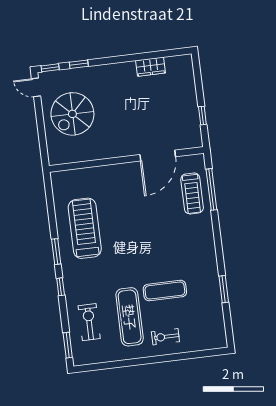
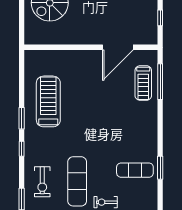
exercise mat: (165, 291) -> (135, 170), moved
exercise bike: (89, 322) -> (42, 182), turned 180

